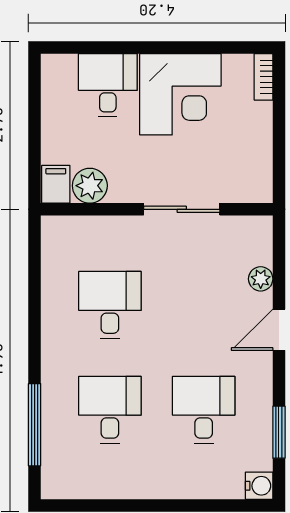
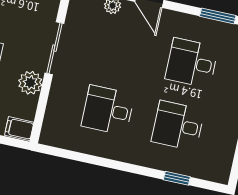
plant: (90, 186) -> (30, 83), moved
window: (35, 425) -> (177, 178), width x0.46

